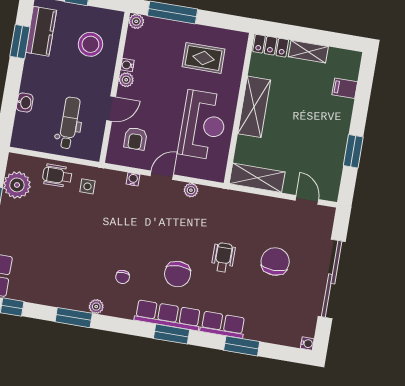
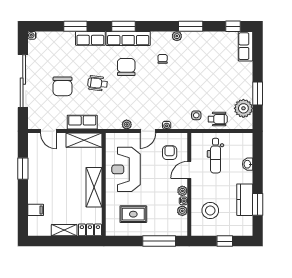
plant: (136, 21) -> (182, 211), moved
kitchen counter: (41, 31) -> (245, 200), moved
row of seats: (255, 205) -> (82, 122), added
wheelchair: (223, 257) -> (98, 83), turned 97

